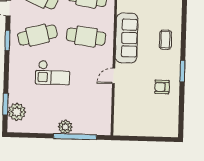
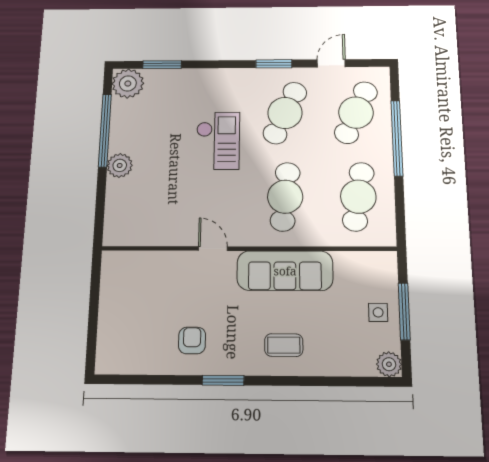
cafe table: (37, 35) -> (285, 113), turned 39
checkout: (53, 73) -> (218, 141), turned 180
plant: (17, 112) -> (128, 83), moved
window: (75, 137) -> (105, 130), moved

